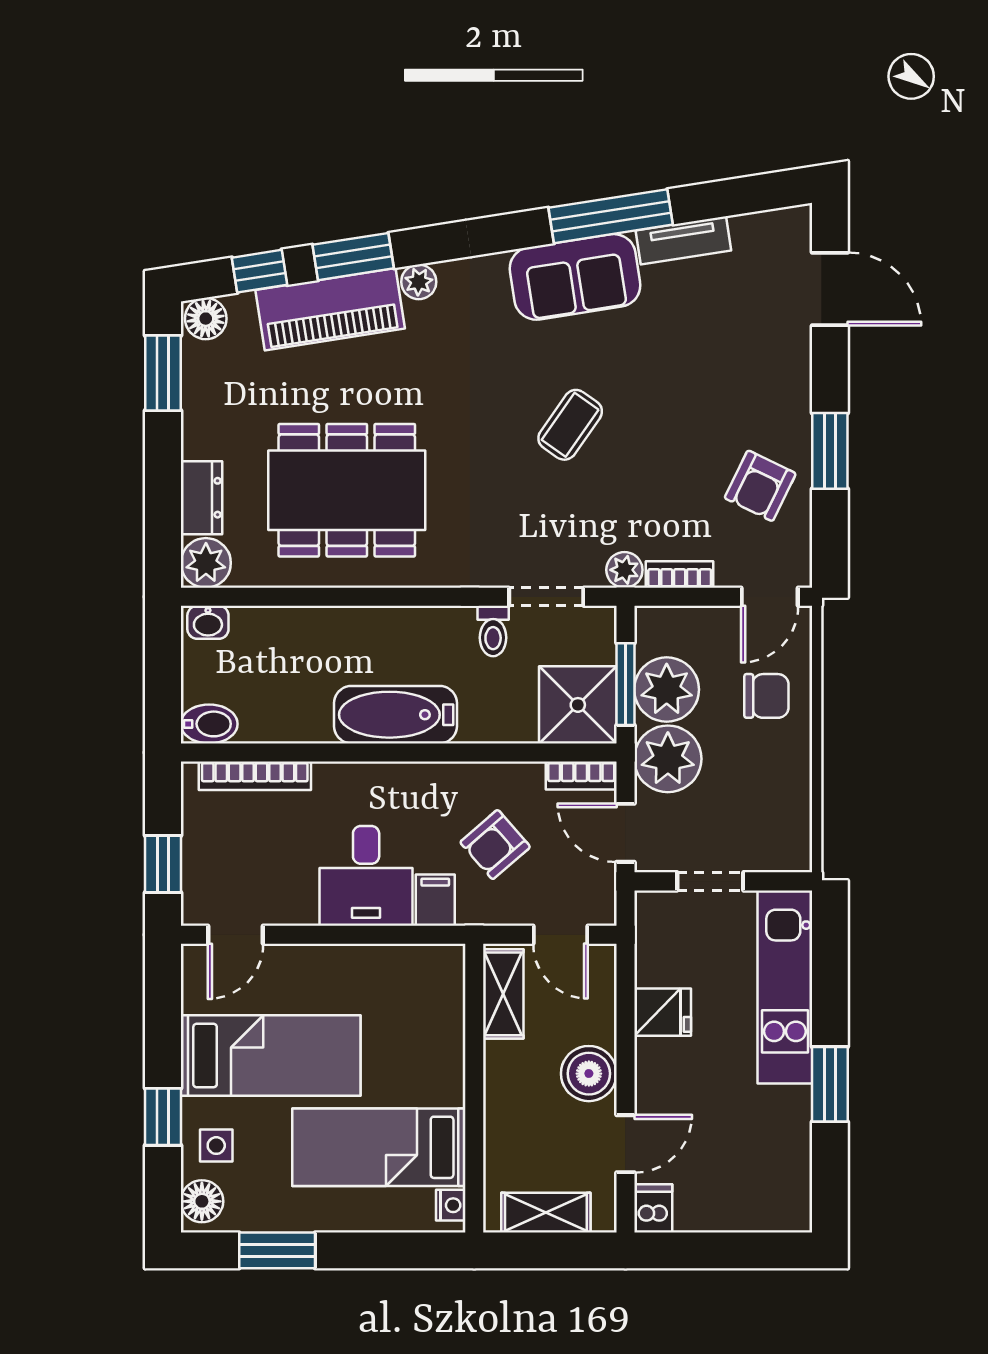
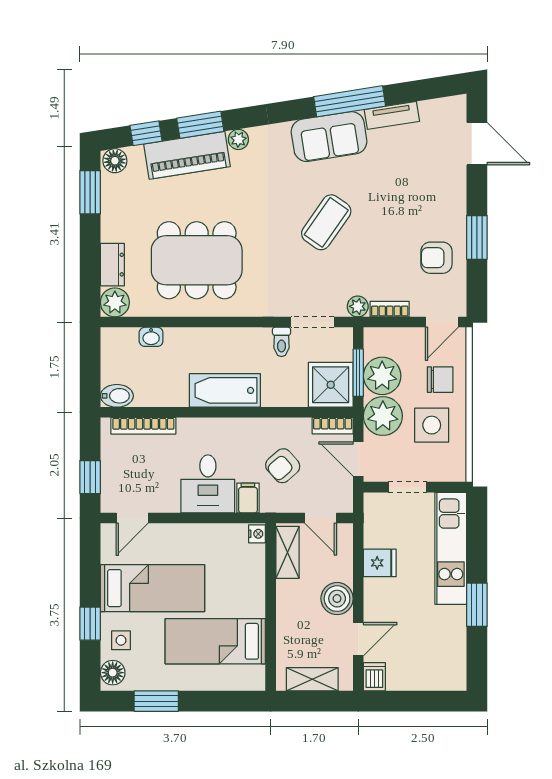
coffee table: (570, 425) -> (326, 222), width x1.36, depth x1.30
armchair: (760, 486) -> (436, 258), turned 64
washbasin: (208, 622) -> (151, 337), moved
side table: (752, 774) -> (432, 425), added
nightstand: (451, 1205) -> (257, 534), moved

